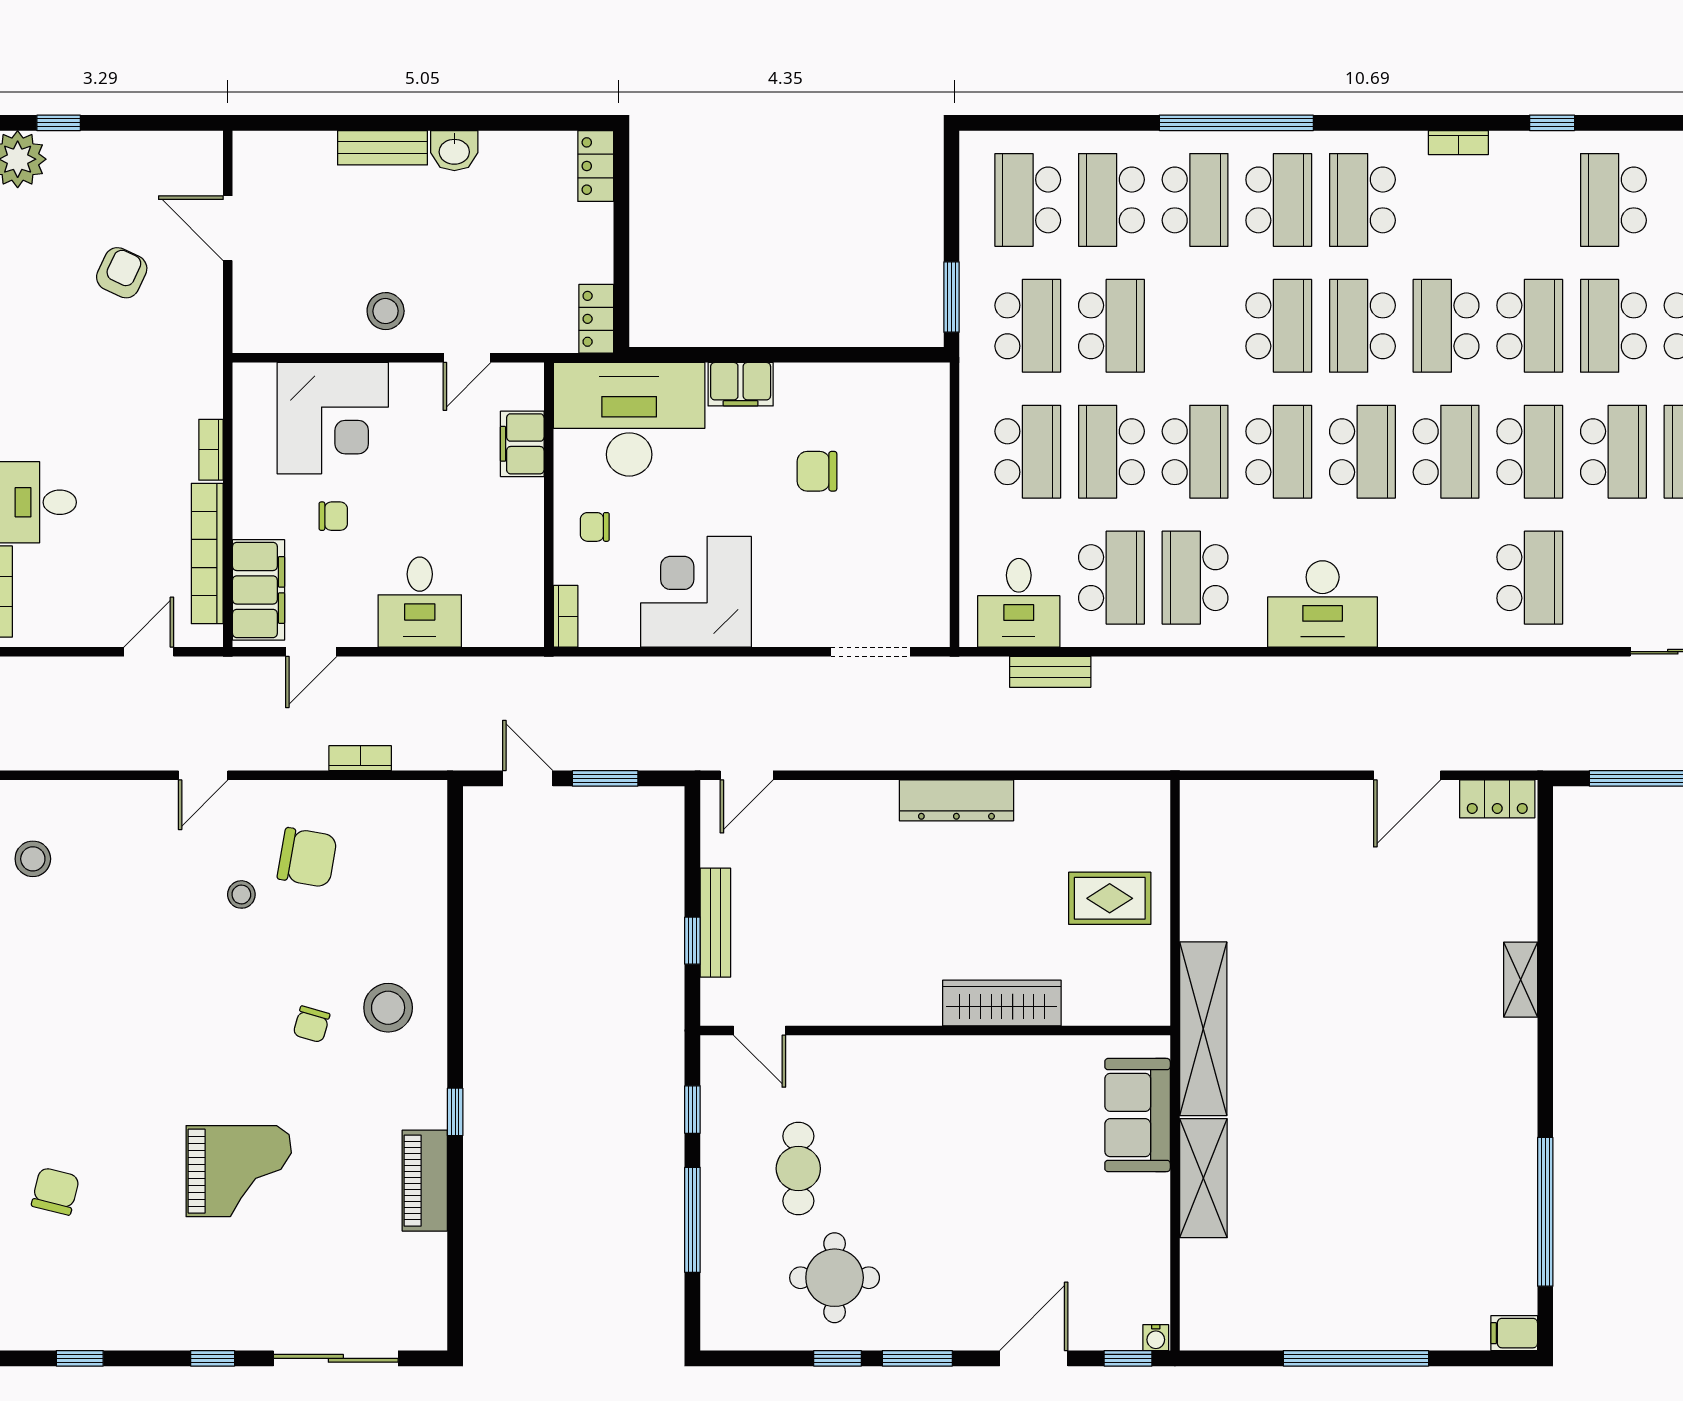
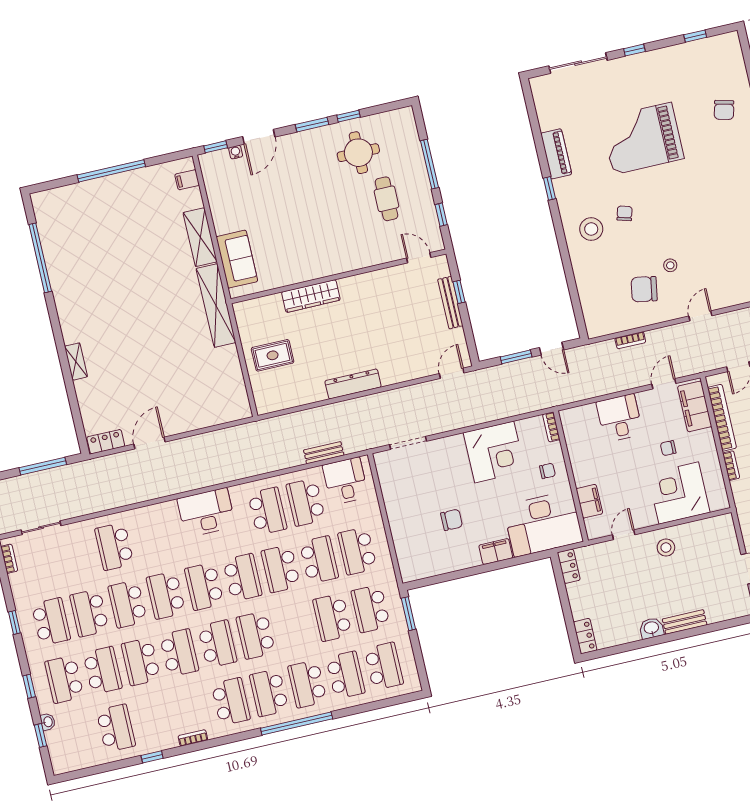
school desk: (1279, 452) -> (242, 578), turned 180
grand piano: (239, 1171) -> (642, 138), width x1.37, depth x1.48
filing cabinet: (1514, 1333) -> (187, 180), moved, turned 180
water cooler: (1156, 1338) -> (236, 152), moved

